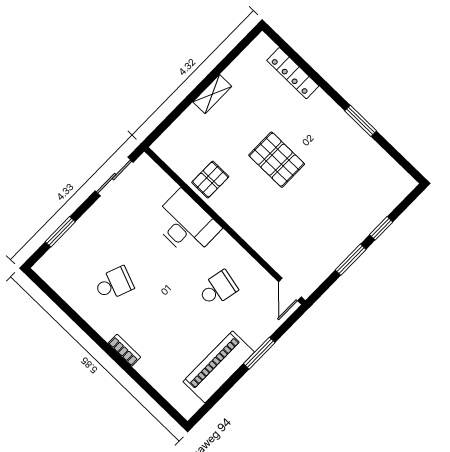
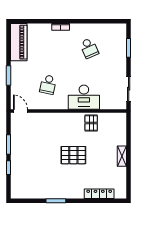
school desk: (114, 284) -> (89, 48), turned -45
piano: (219, 367) -> (19, 42), moved

